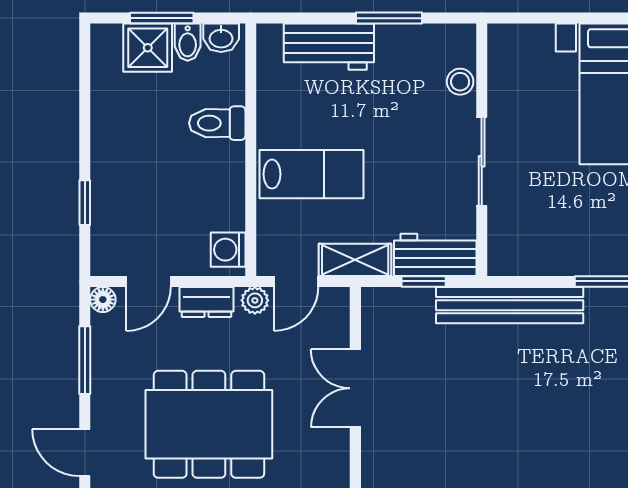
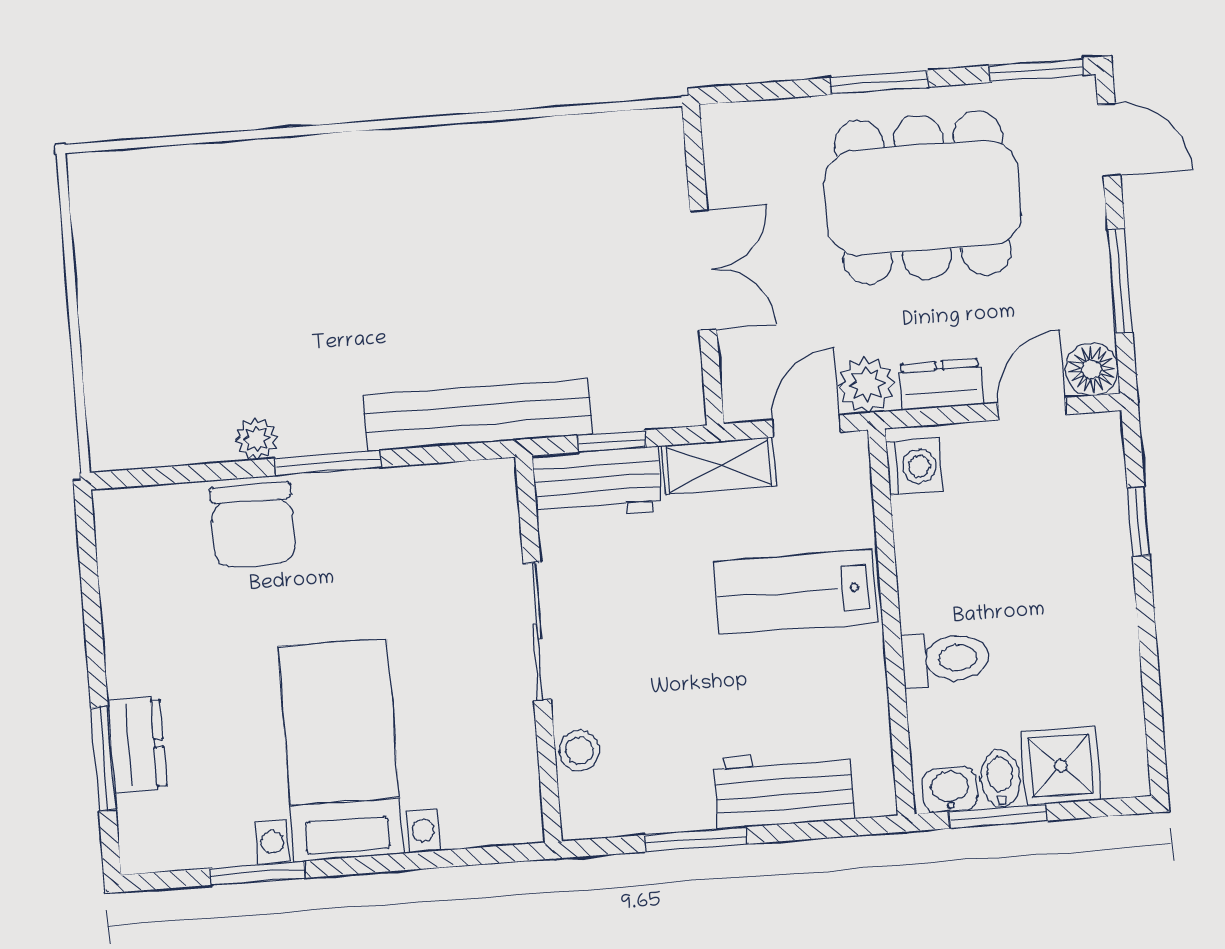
window: (162, 18) -> (998, 816), moved
floor lamp: (103, 300) -> (1092, 369), width x1.37, depth x1.37
plant: (255, 300) -> (867, 385), width x1.38, depth x1.38

